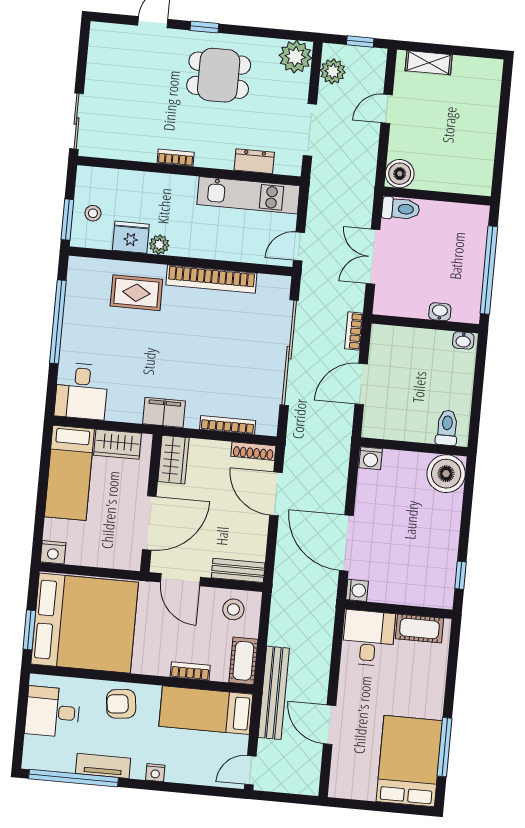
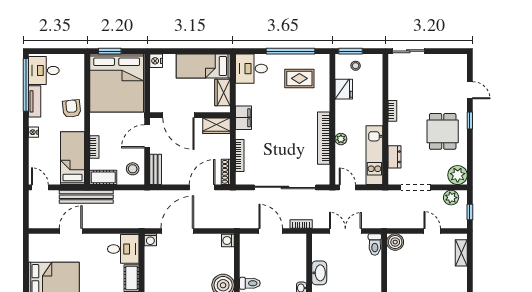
plant: (159, 245) -> (341, 139), moved
rug: (136, 293) -> (299, 78), moved, turned 90
washbasin: (440, 312) -> (319, 273), width x1.91, depth x1.45
desk: (53, 712) -> (44, 70), moved, turned -90

